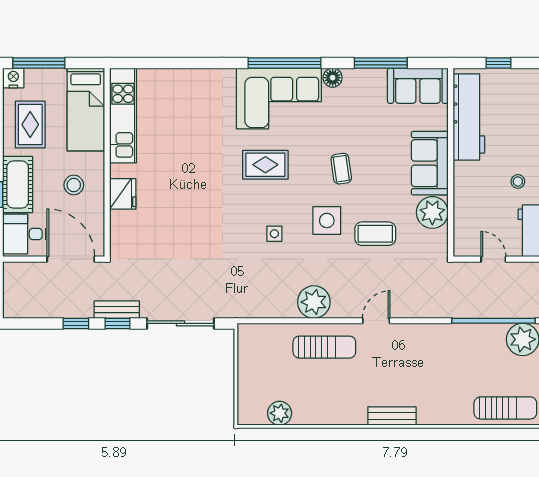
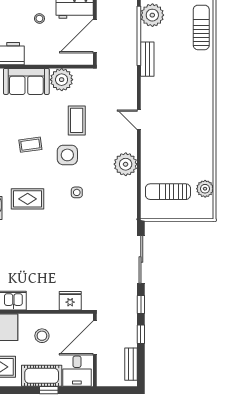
rug: (265, 165) -> (28, 199), turned 90
fridge: (123, 194) -> (70, 301), moved
door: (493, 259) -> (95, 36), width x1.88
bench: (117, 310) -> (131, 364), moved
sun lounger: (324, 347) -> (168, 192), moved, turned -90
bench: (392, 416) -> (147, 59), moved

